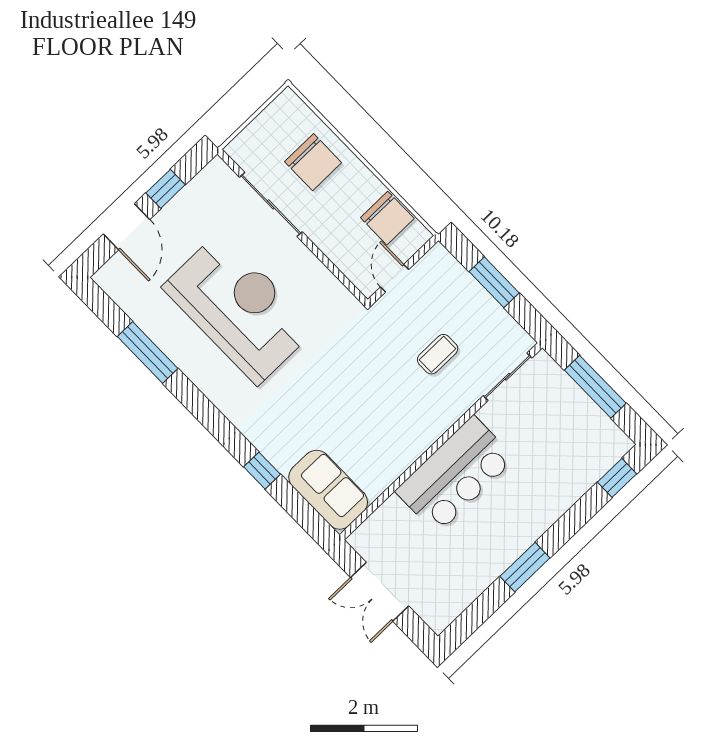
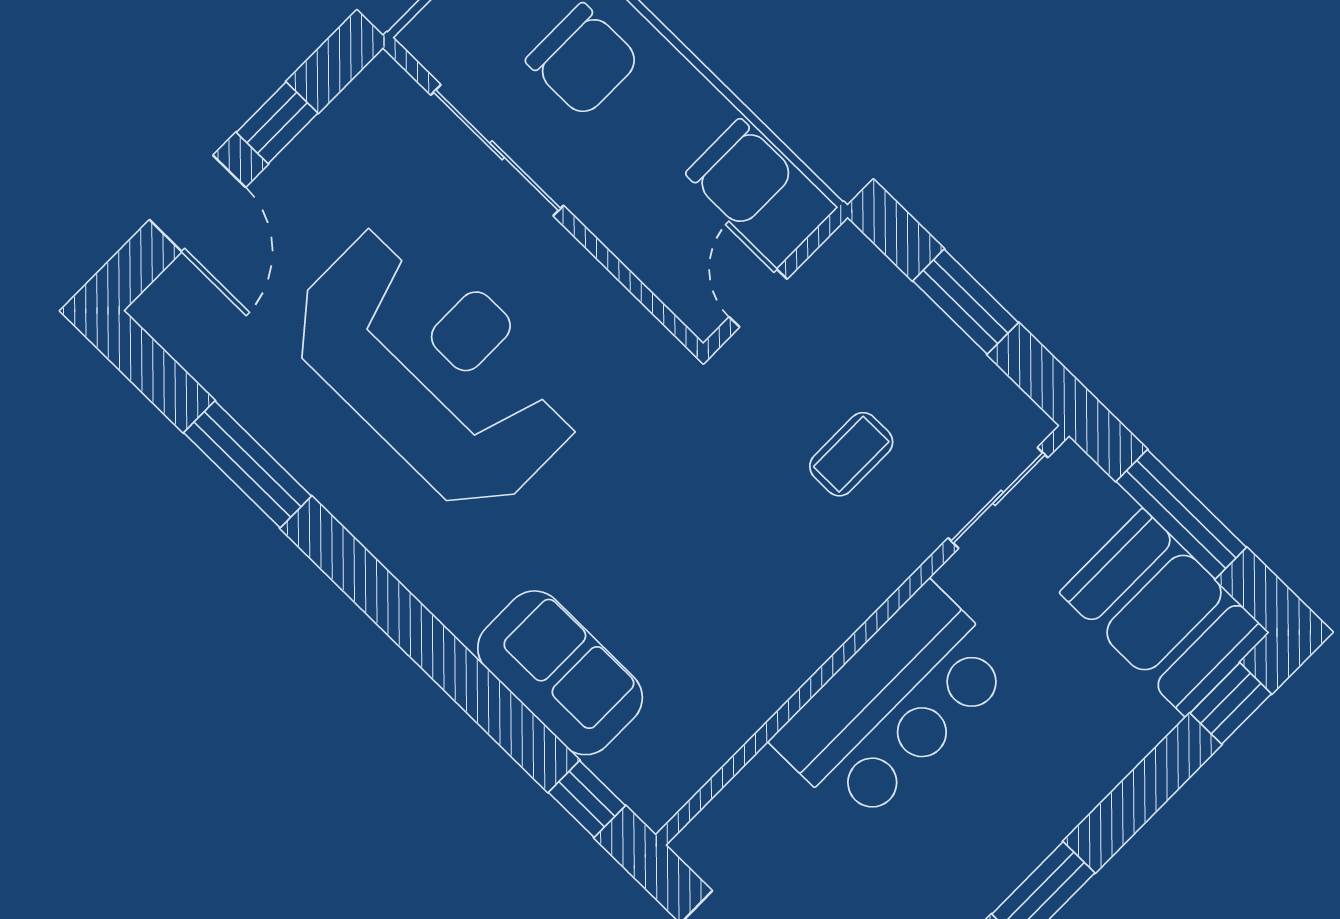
booth: (586, 434) -> (1164, 613), added
window: (262, 471) -> (587, 799), moved
sofa: (328, 490) -> (560, 673), moved

